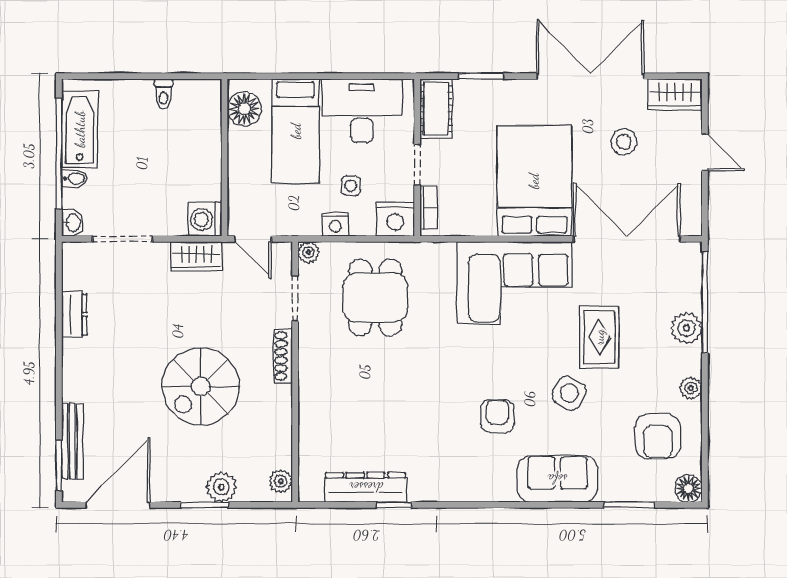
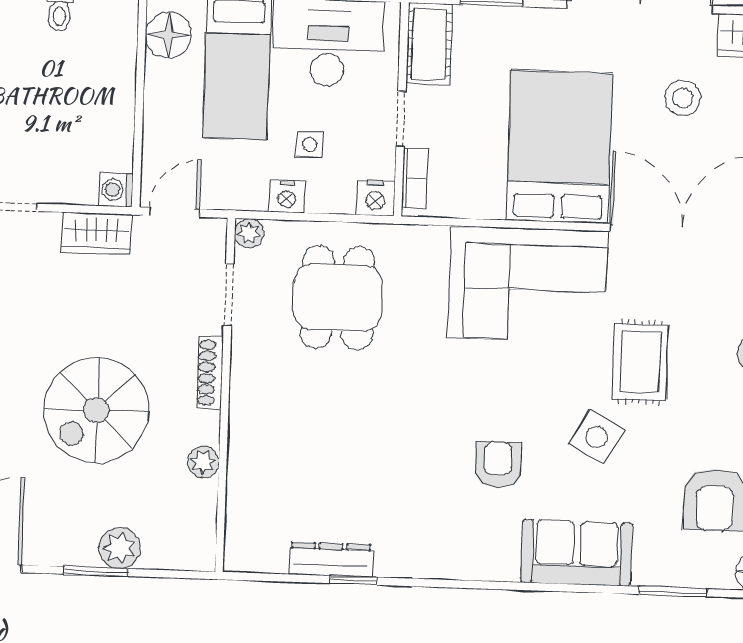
washing machine: (205, 219) -> (116, 190), width x0.73, depth x0.73
nightstand: (395, 219) -> (375, 198), width x0.74, depth x0.75
door: (253, 239) -> (174, 212), swing flipped
plant: (281, 481) -> (203, 462), moved
dresser: (366, 487) -> (330, 560), width x0.73, depth x0.80

